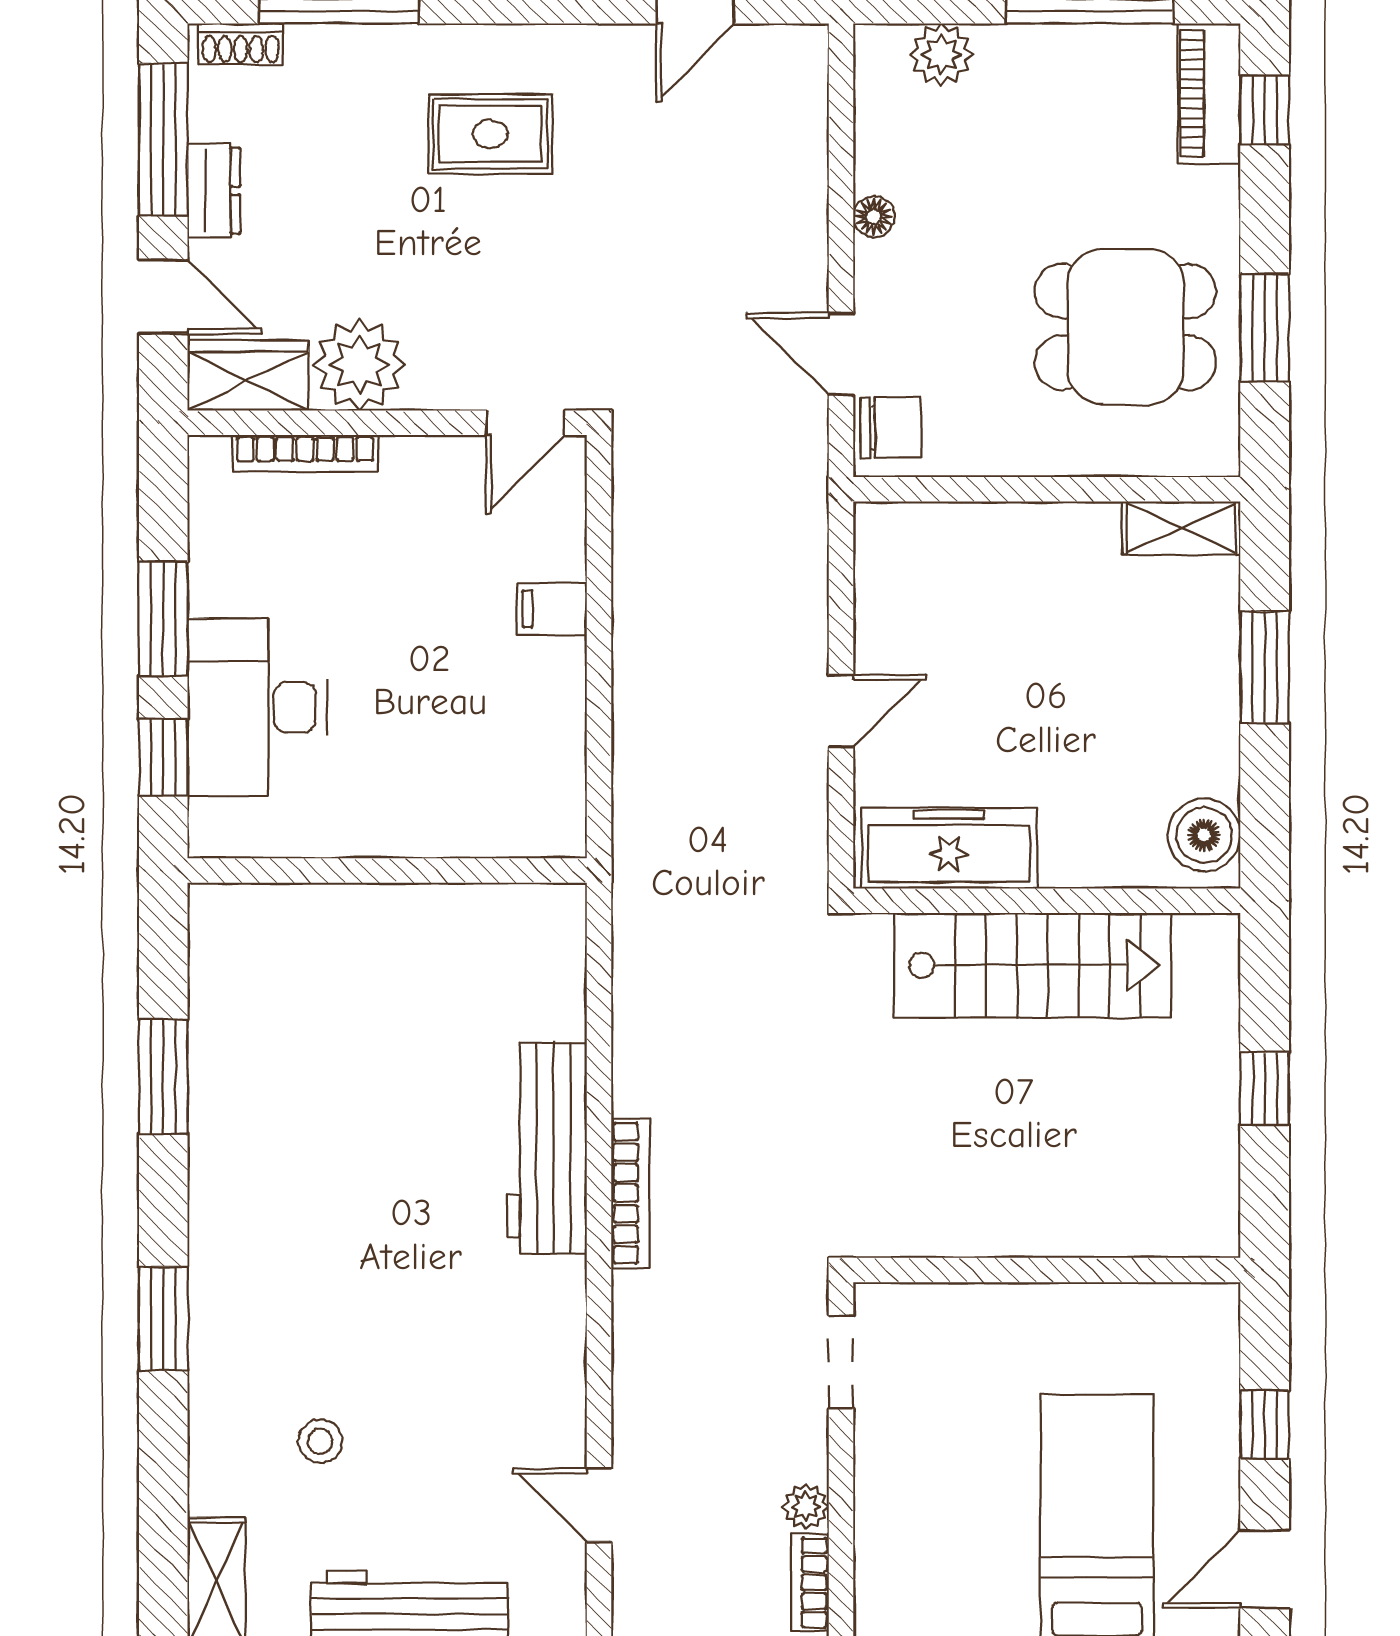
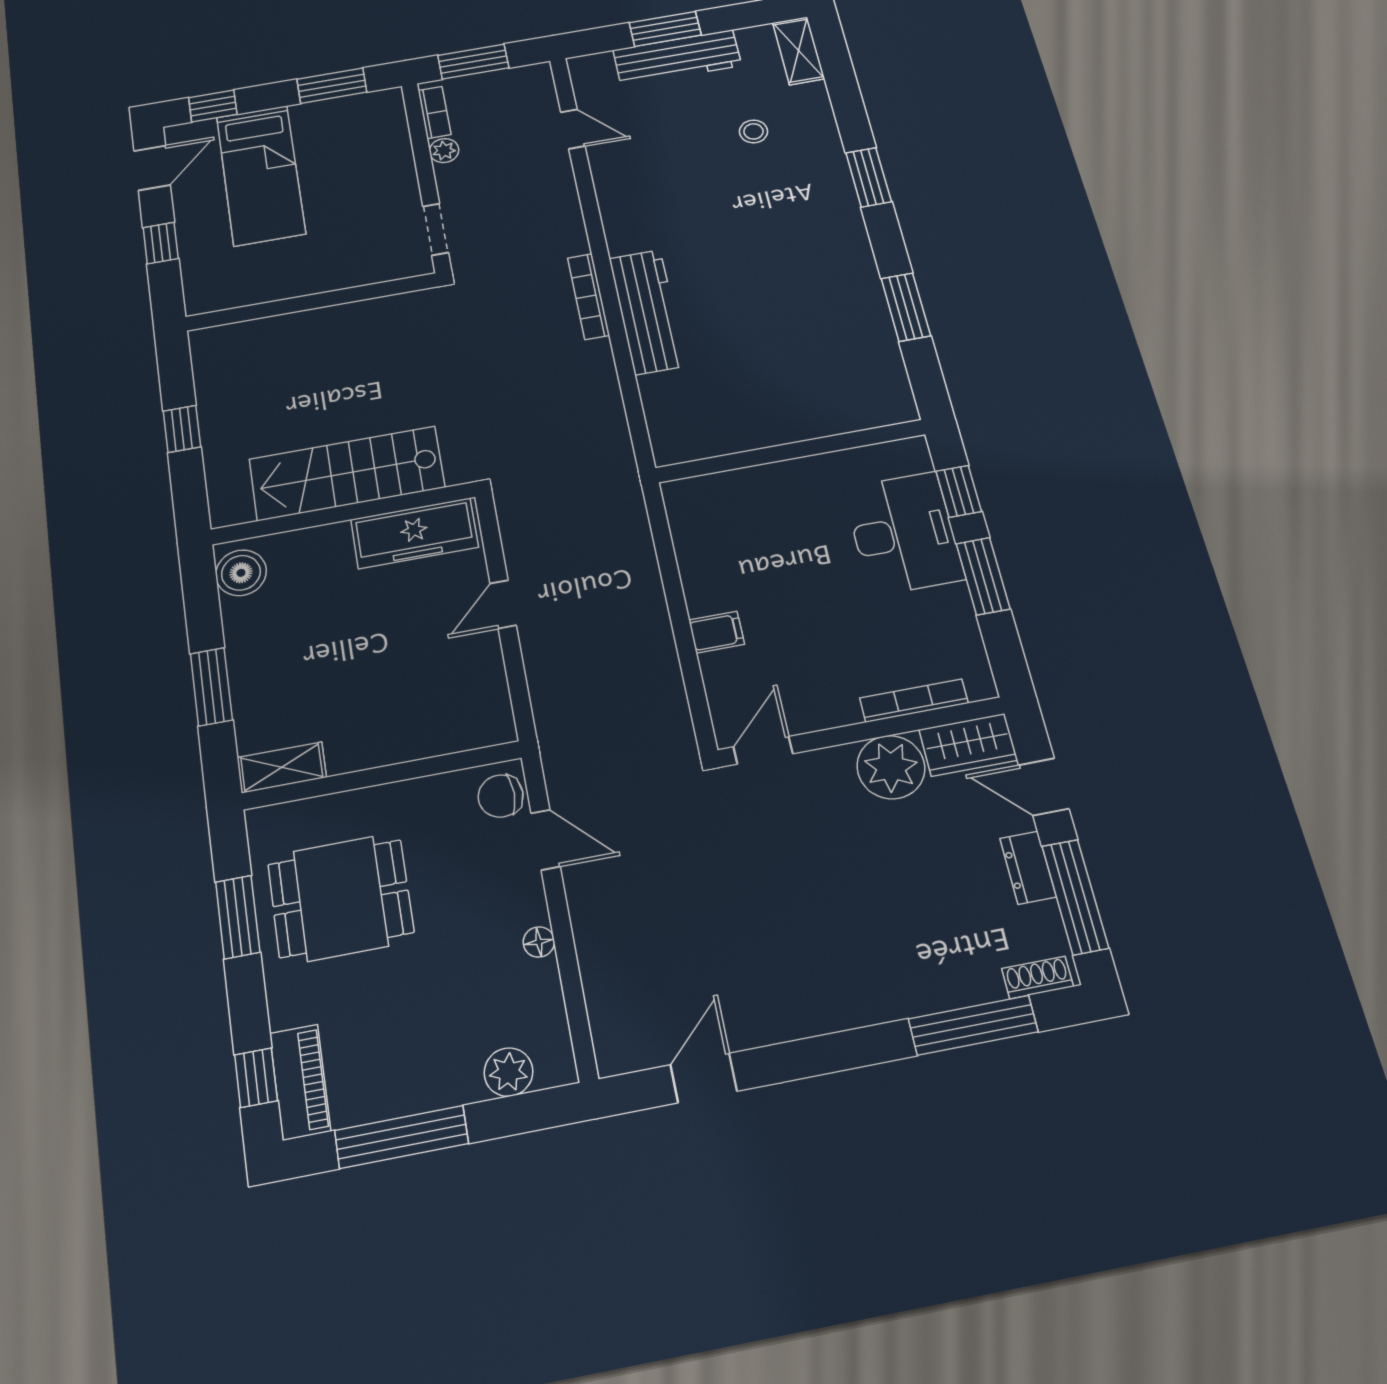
rug: (490, 134) -> (836, 947), removed

